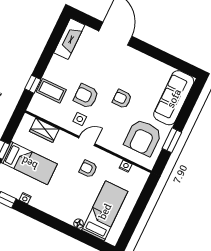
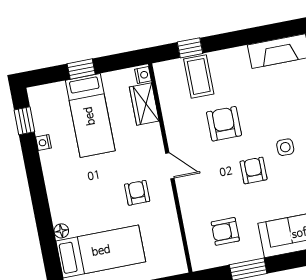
side table: (80, 119) -> (285, 147), moved
armchair: (143, 138) -> (225, 231), width x0.53, depth x0.53
nightstand: (126, 166) -> (143, 75), moved

